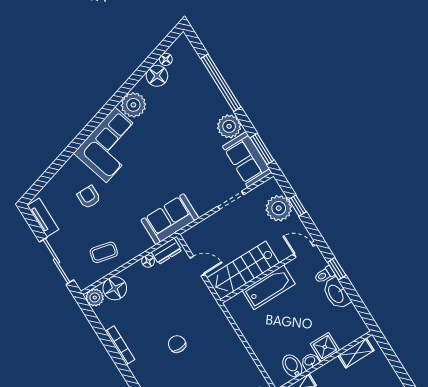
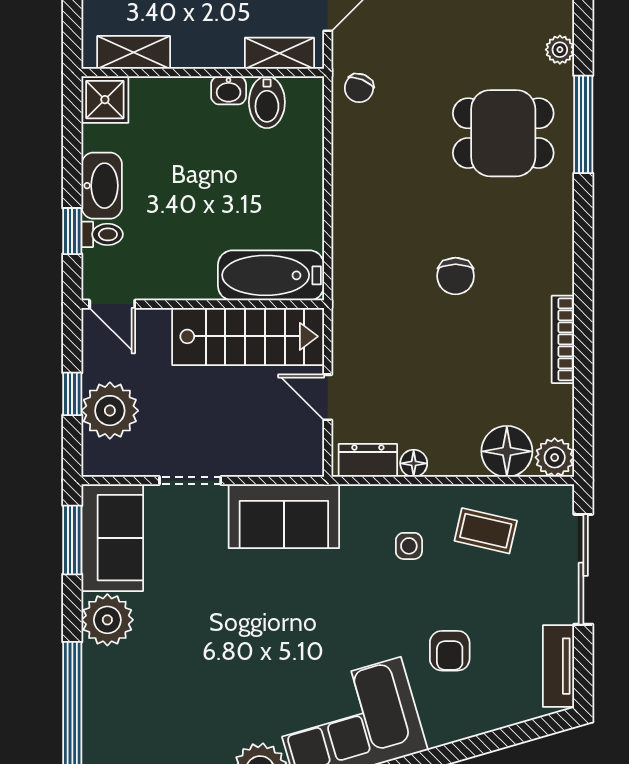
sofa: (170, 219) -> (284, 516), moved
side table: (130, 228) -> (409, 546), added
bathtub: (269, 287) -> (271, 275), moved
shower: (325, 347) -> (105, 100), moved

